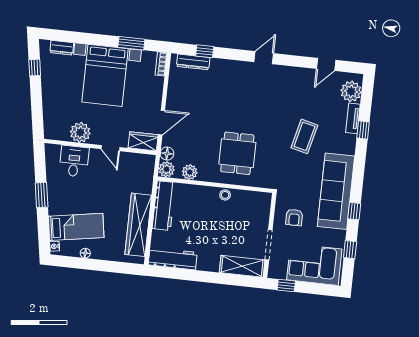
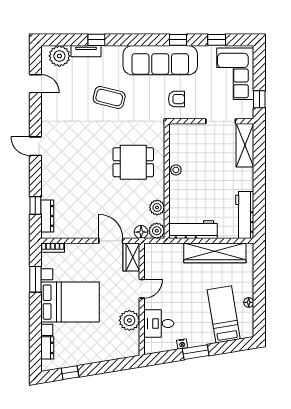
armchair: (294, 217) -> (176, 99), moved
nightstand: (55, 246) -> (182, 344), moved

